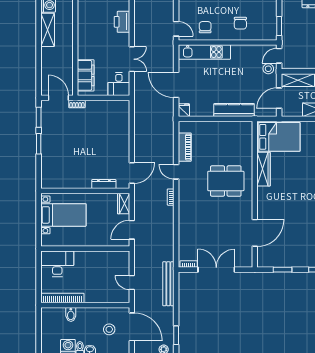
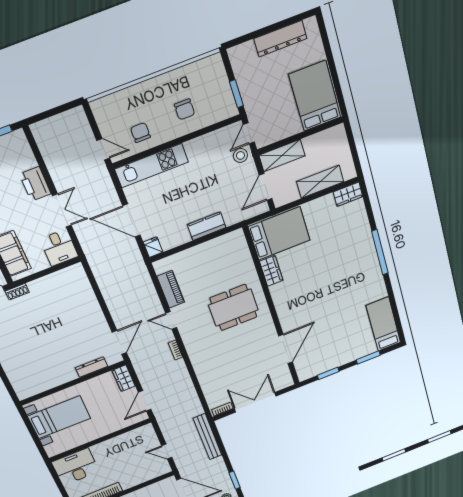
printer: (122, 22) -> (35, 184), moved
kitchen counter: (234, 110) -> (207, 226), width x0.67
wardrobe: (264, 169) -> (271, 271), width x0.67

